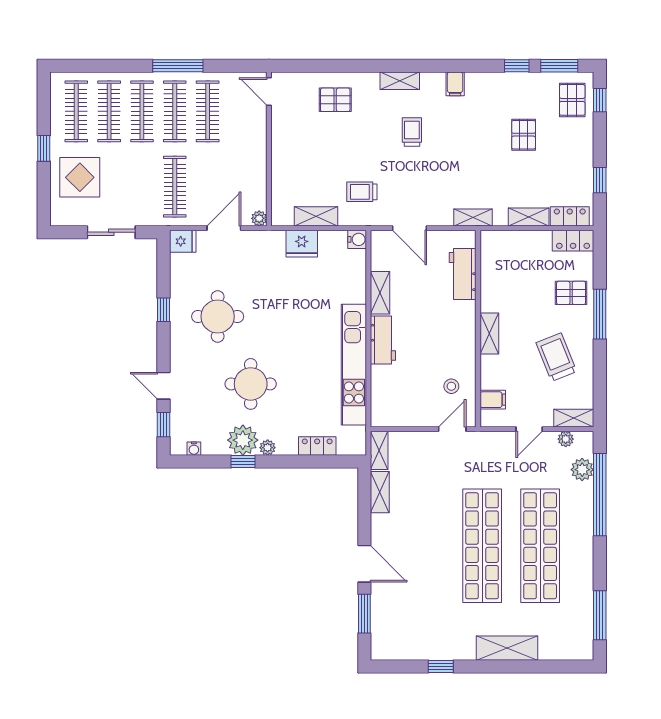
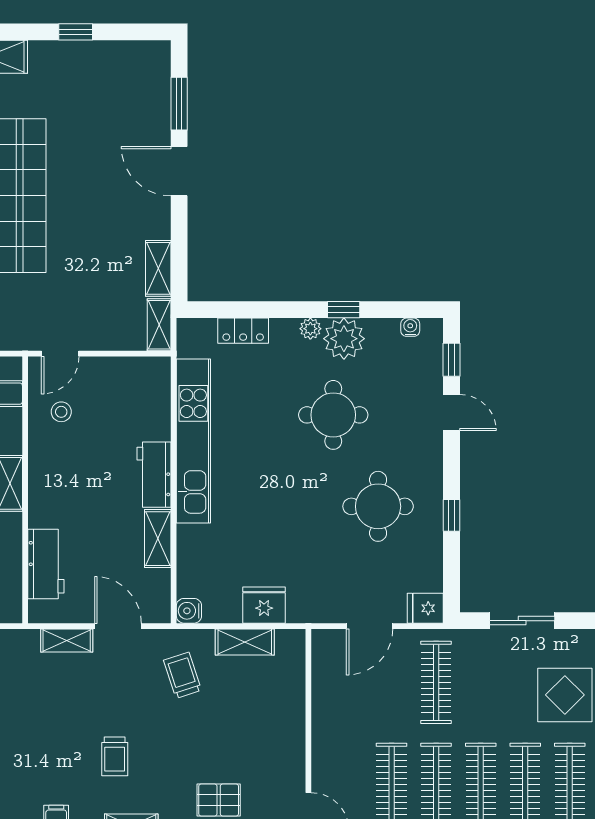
trolley: (362, 192) -> (182, 675), turned -108
plant: (259, 218) -> (322, 639), removed
shelving: (473, 218) -> (67, 640), moved

